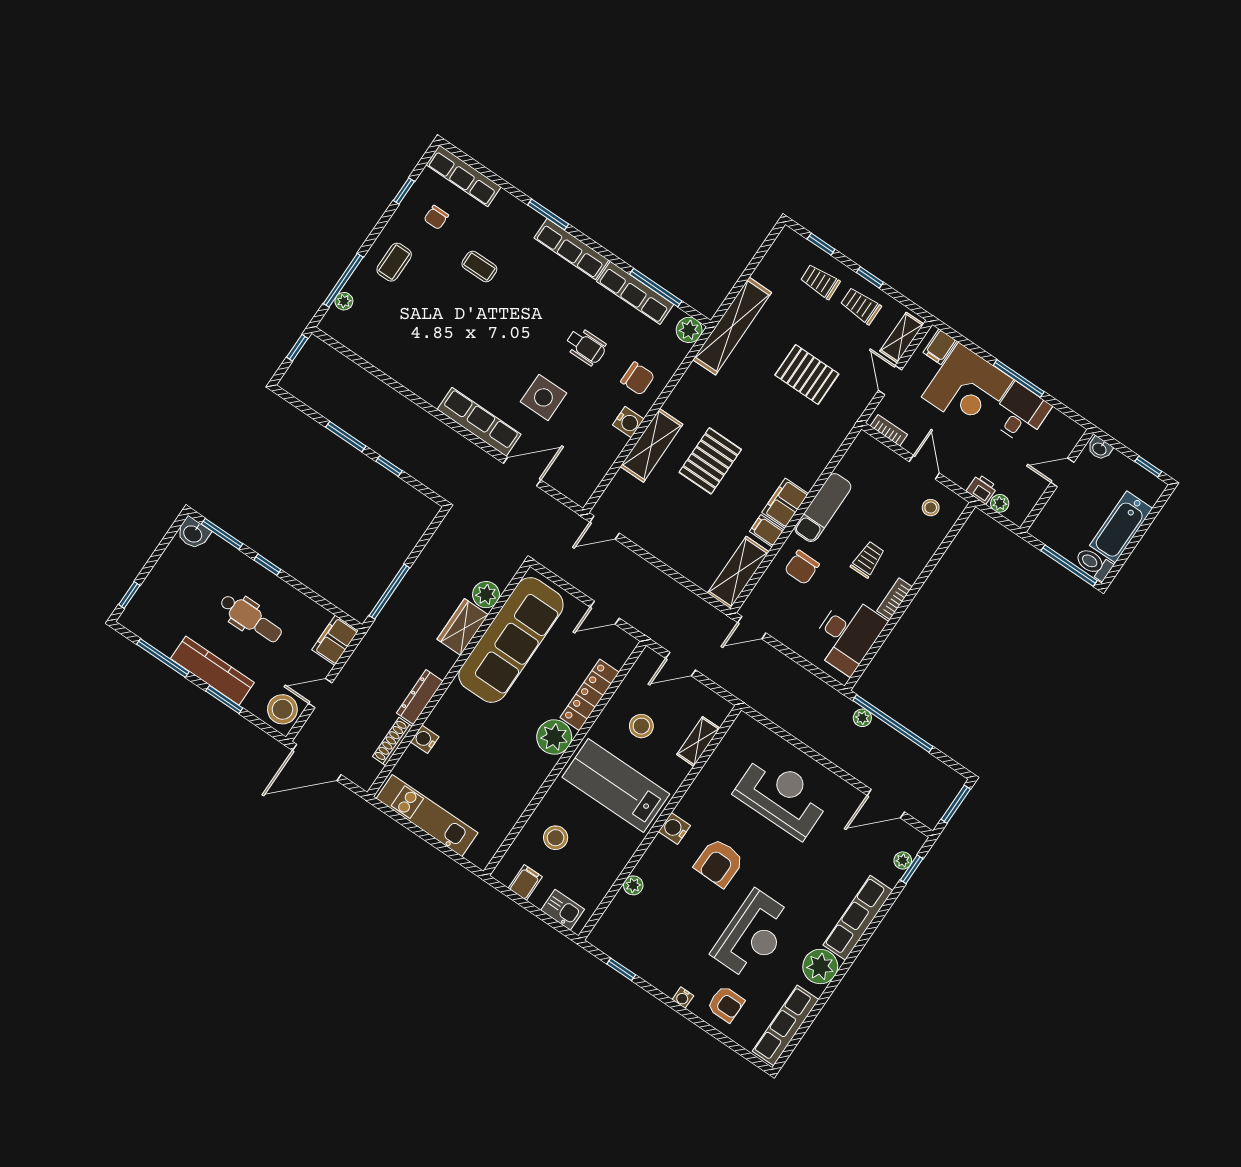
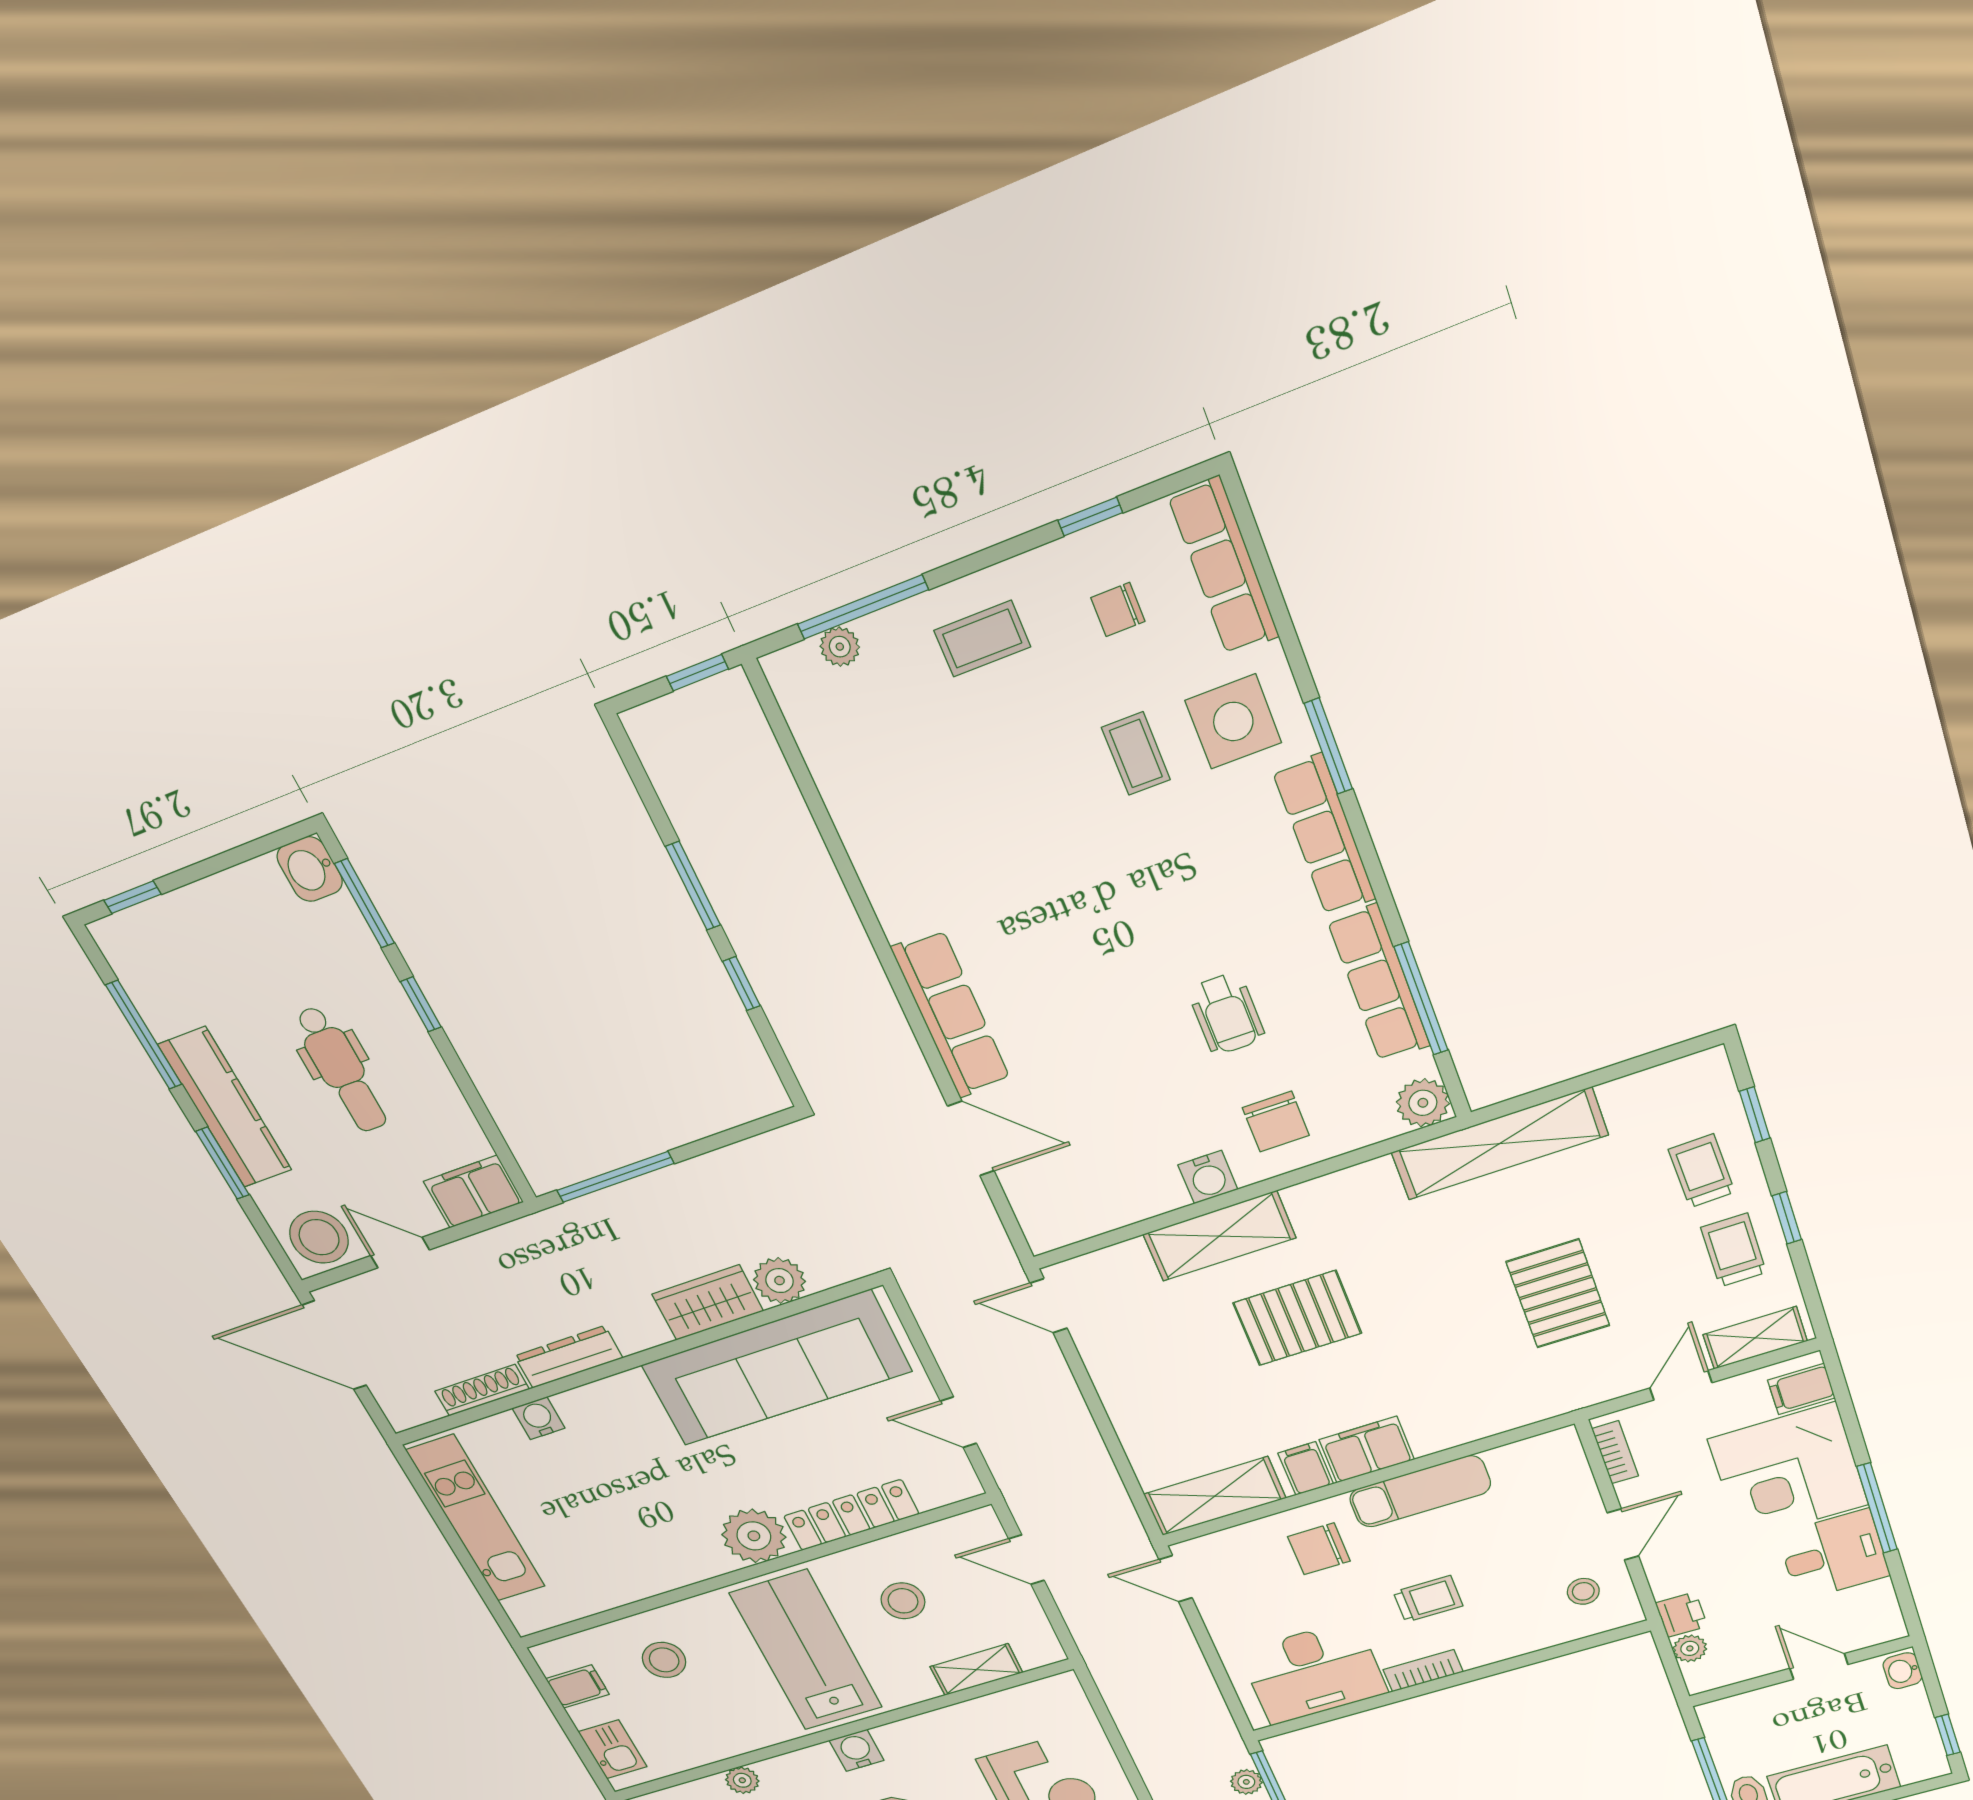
side table: (543, 397) -> (1233, 722), moved

